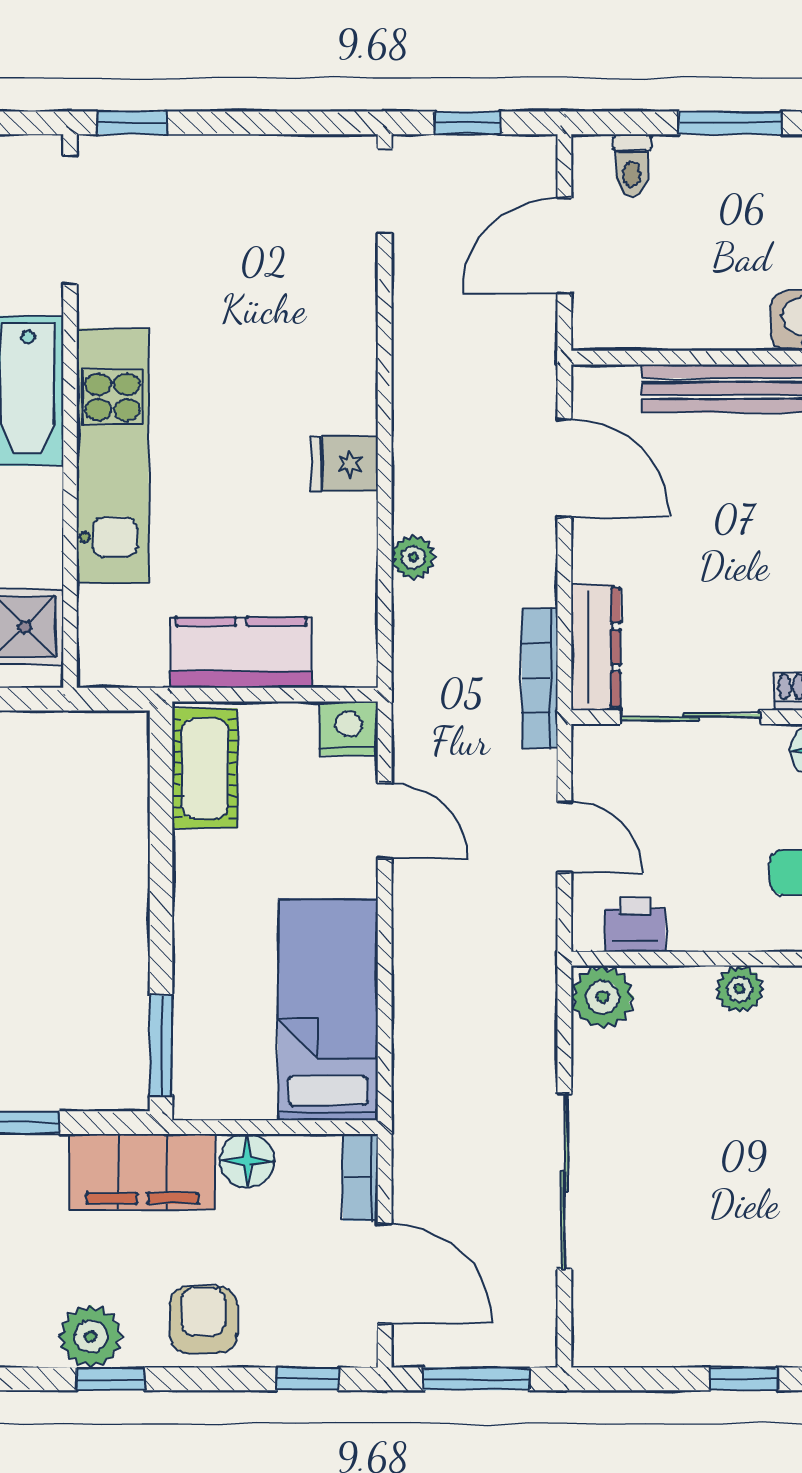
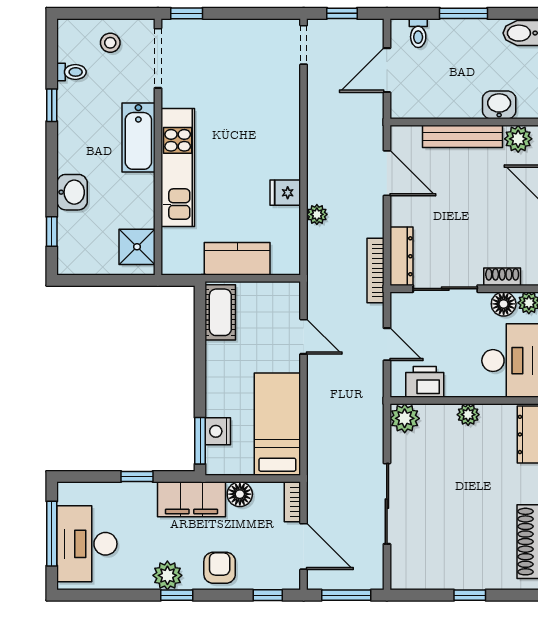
fridge: (345, 464) -> (285, 193), moved
nightstand: (348, 728) -> (218, 431), moved, turned -90
printer: (635, 925) -> (425, 382), width x1.36, depth x1.24

